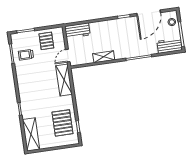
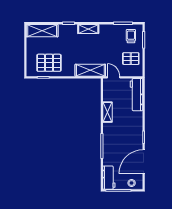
door: (149, 13) -> (144, 162), hinge flipped
workbench: (77, 31) -> (136, 95), width x1.38
trolley: (26, 55) -> (131, 36), moved
shelving: (23, 88) -> (88, 29), added

